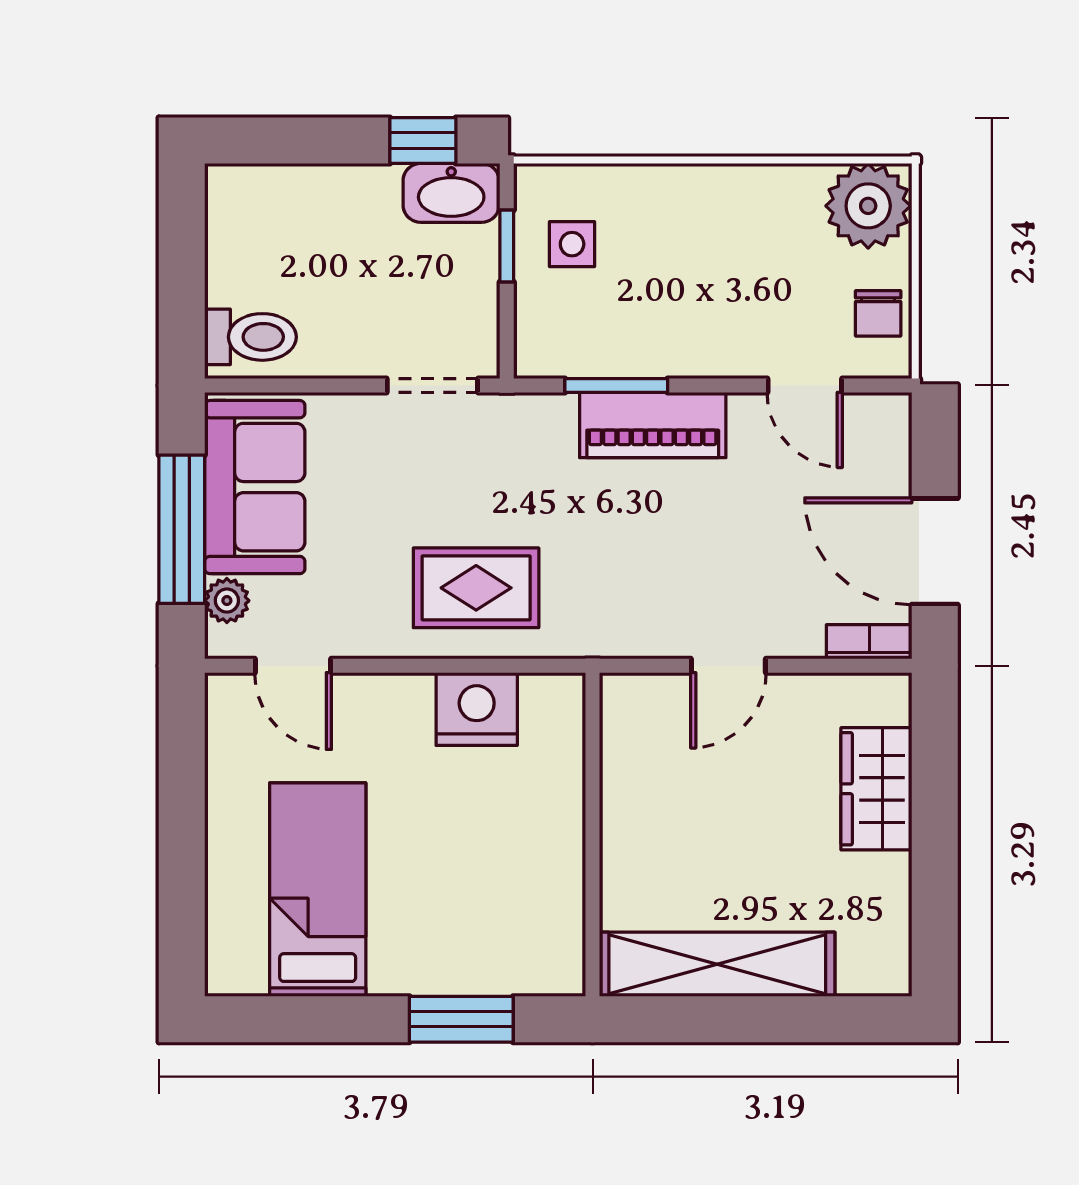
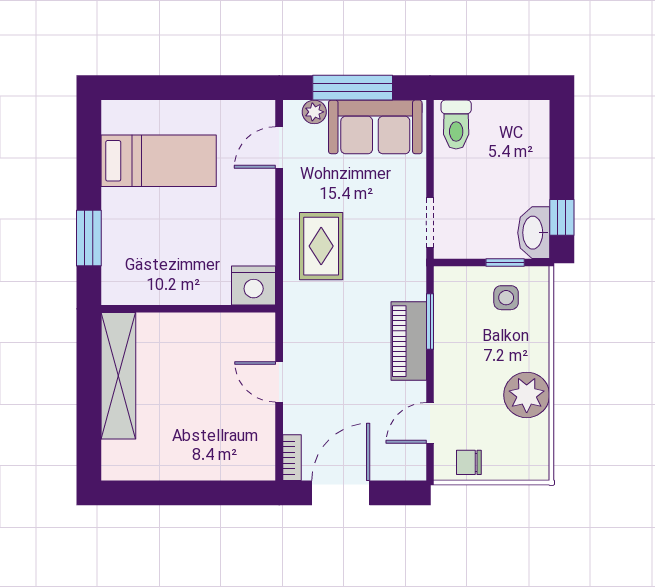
plant: (868, 206) -> (527, 395), moved
nightstand: (477, 709) -> (254, 285), moved, turned 90
wardrobe: (876, 789) -> (213, 461), removed

